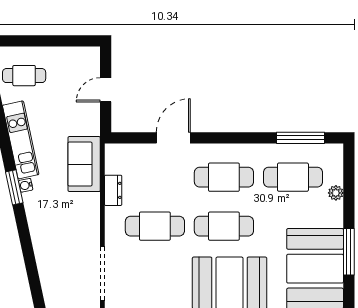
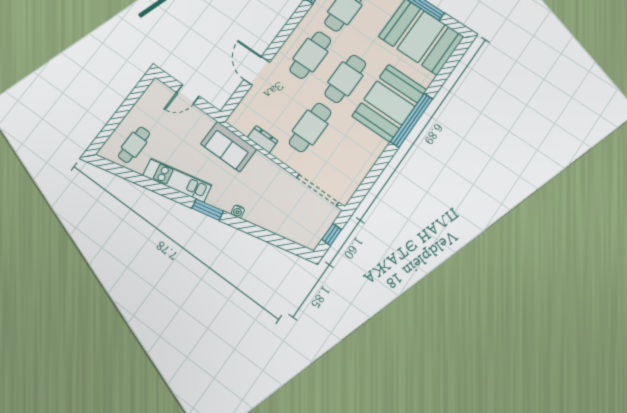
door: (106, 90) -> (188, 94), hinge flipped
water cooler: (26, 185) -> (238, 211), moved

